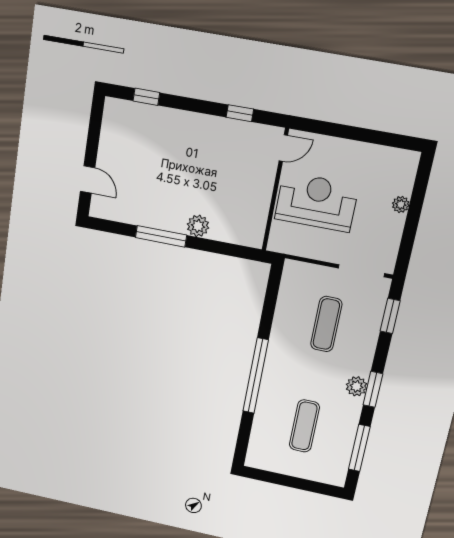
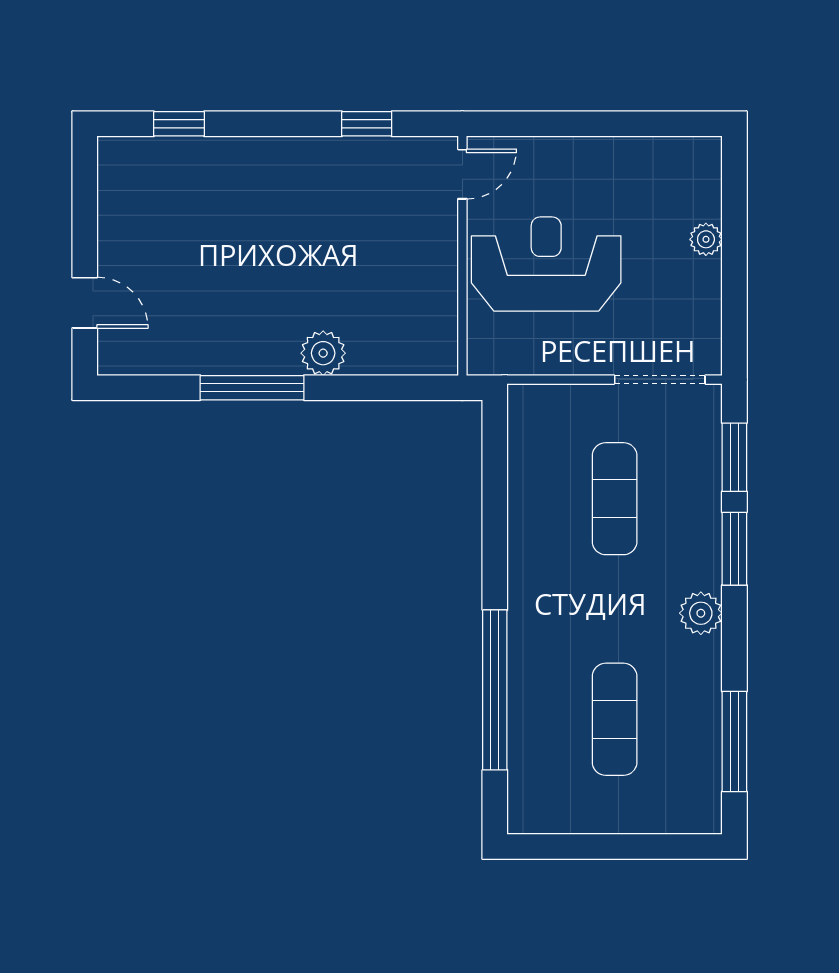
window: (256, 376) -> (495, 690), moved
window: (373, 389) -> (734, 549), moved

